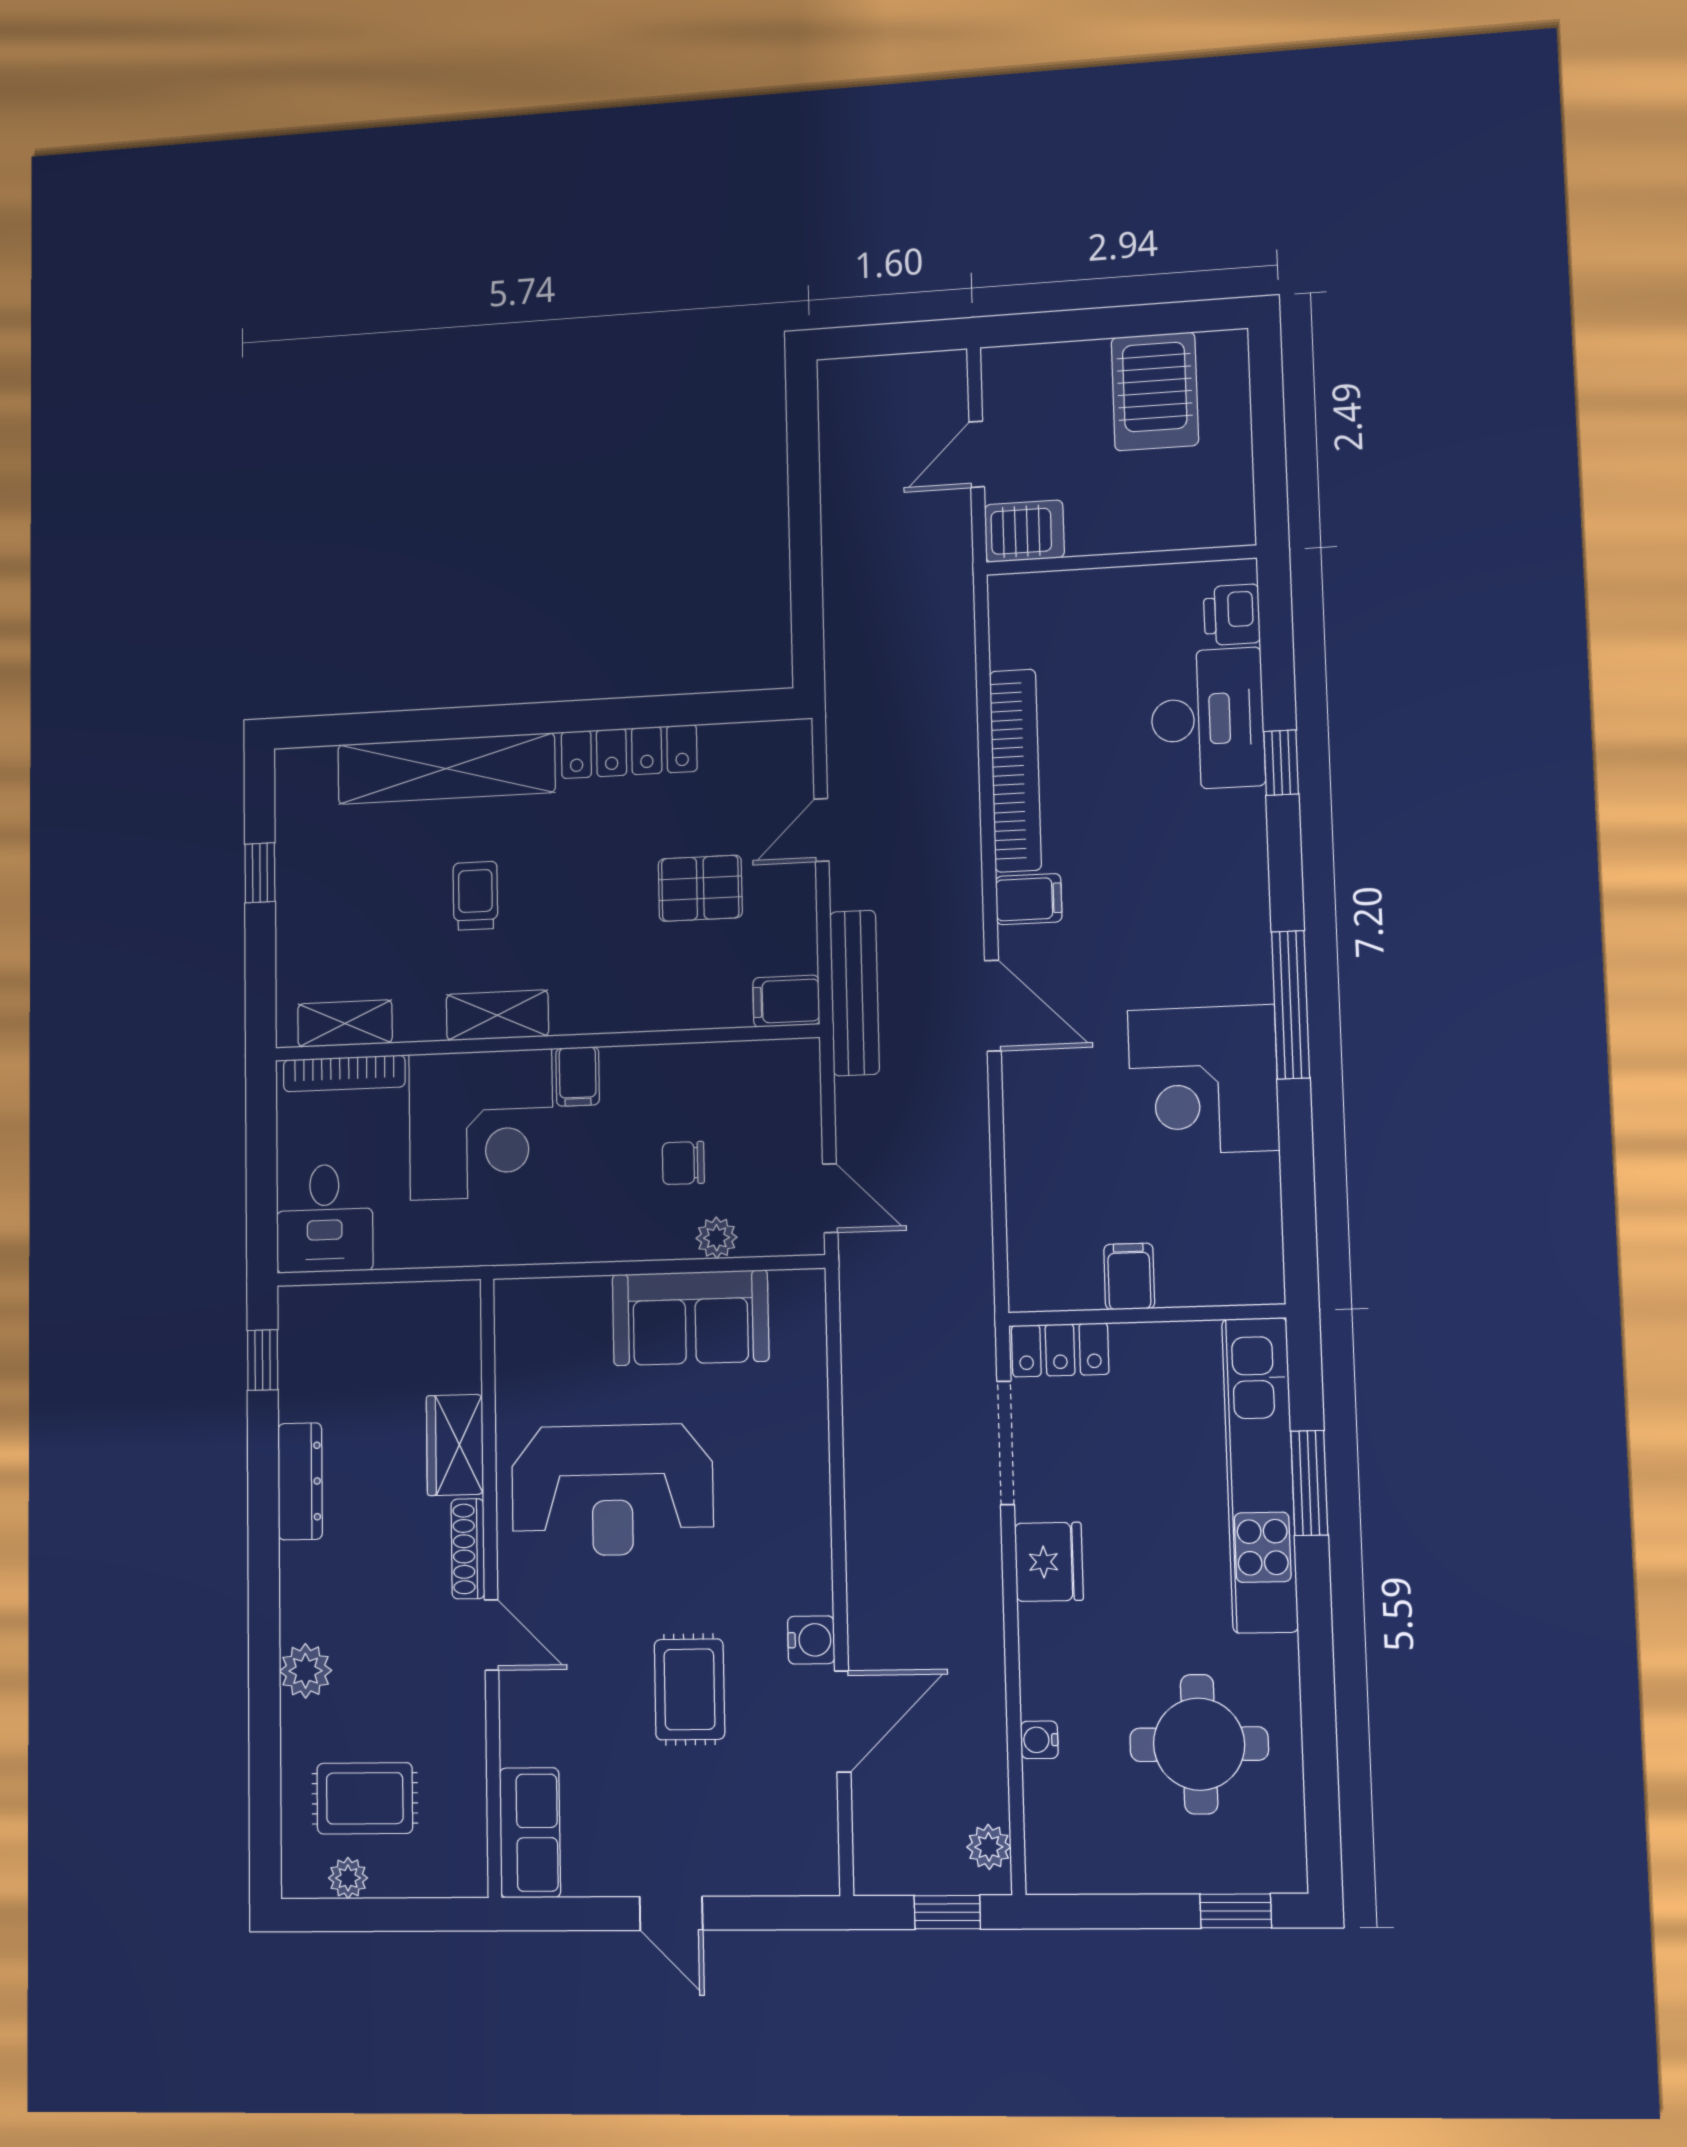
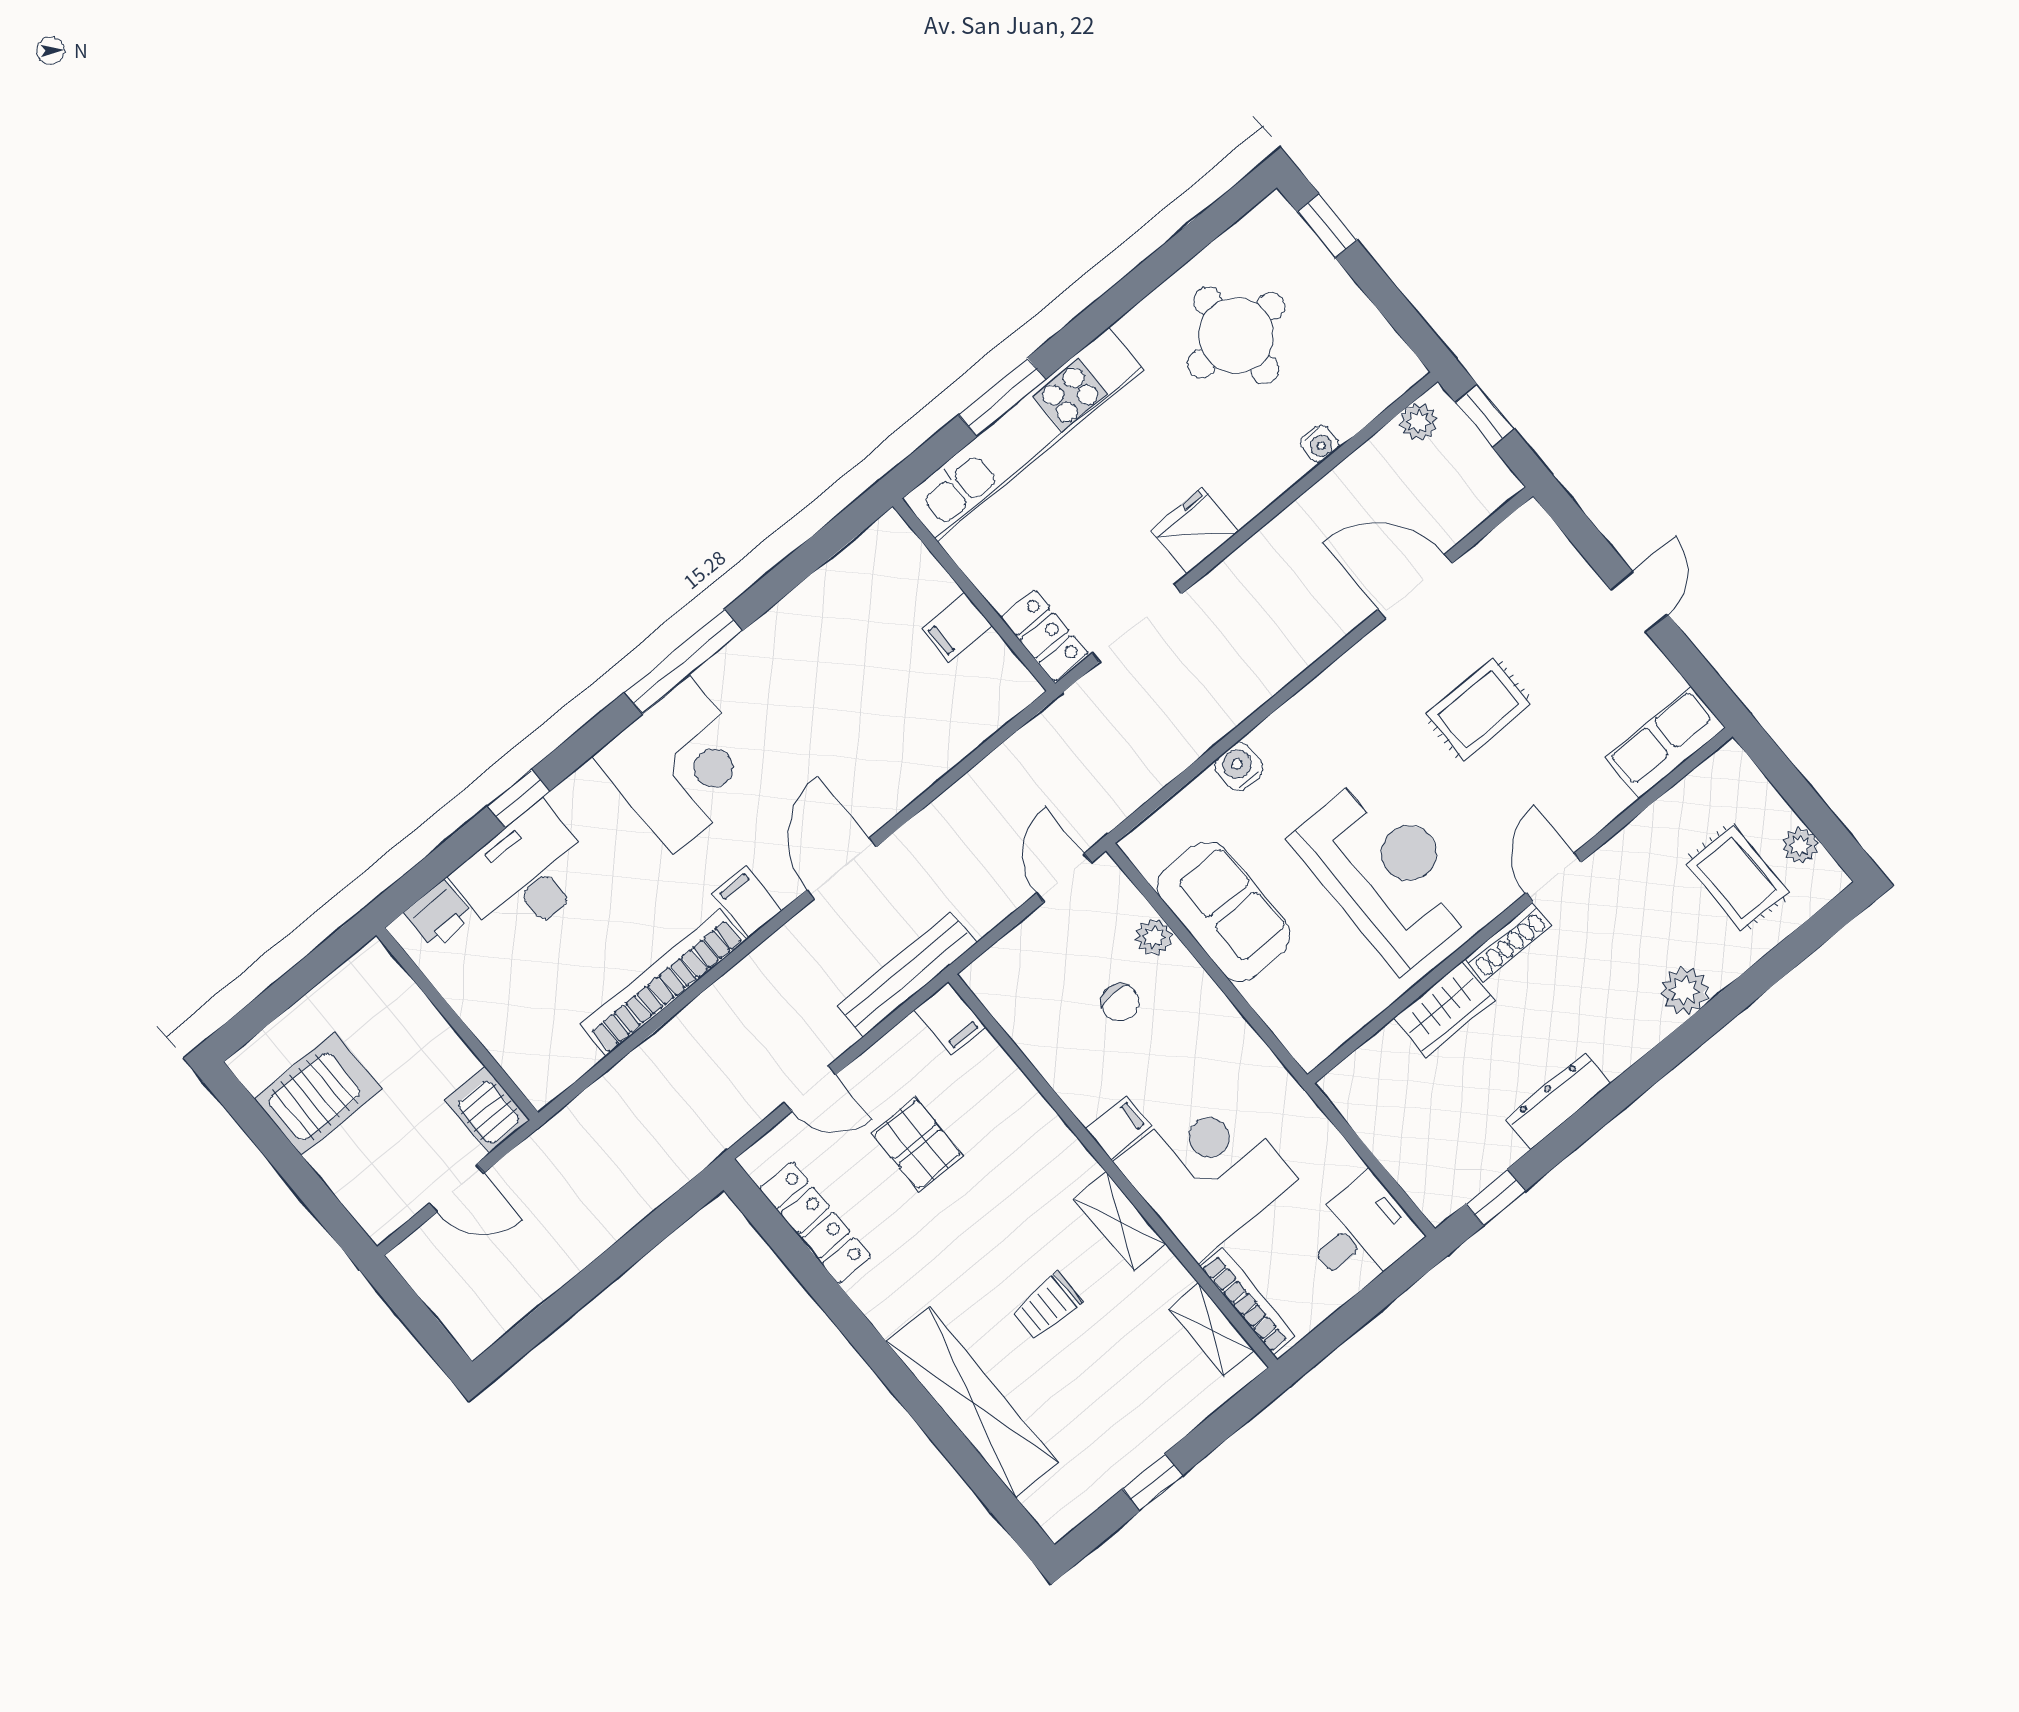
locker: (629, 752) -> (815, 1223), moved
corner desk: (1203, 1080) -> (681, 765), moved
water cooler: (811, 1640) -> (1239, 767), moved

